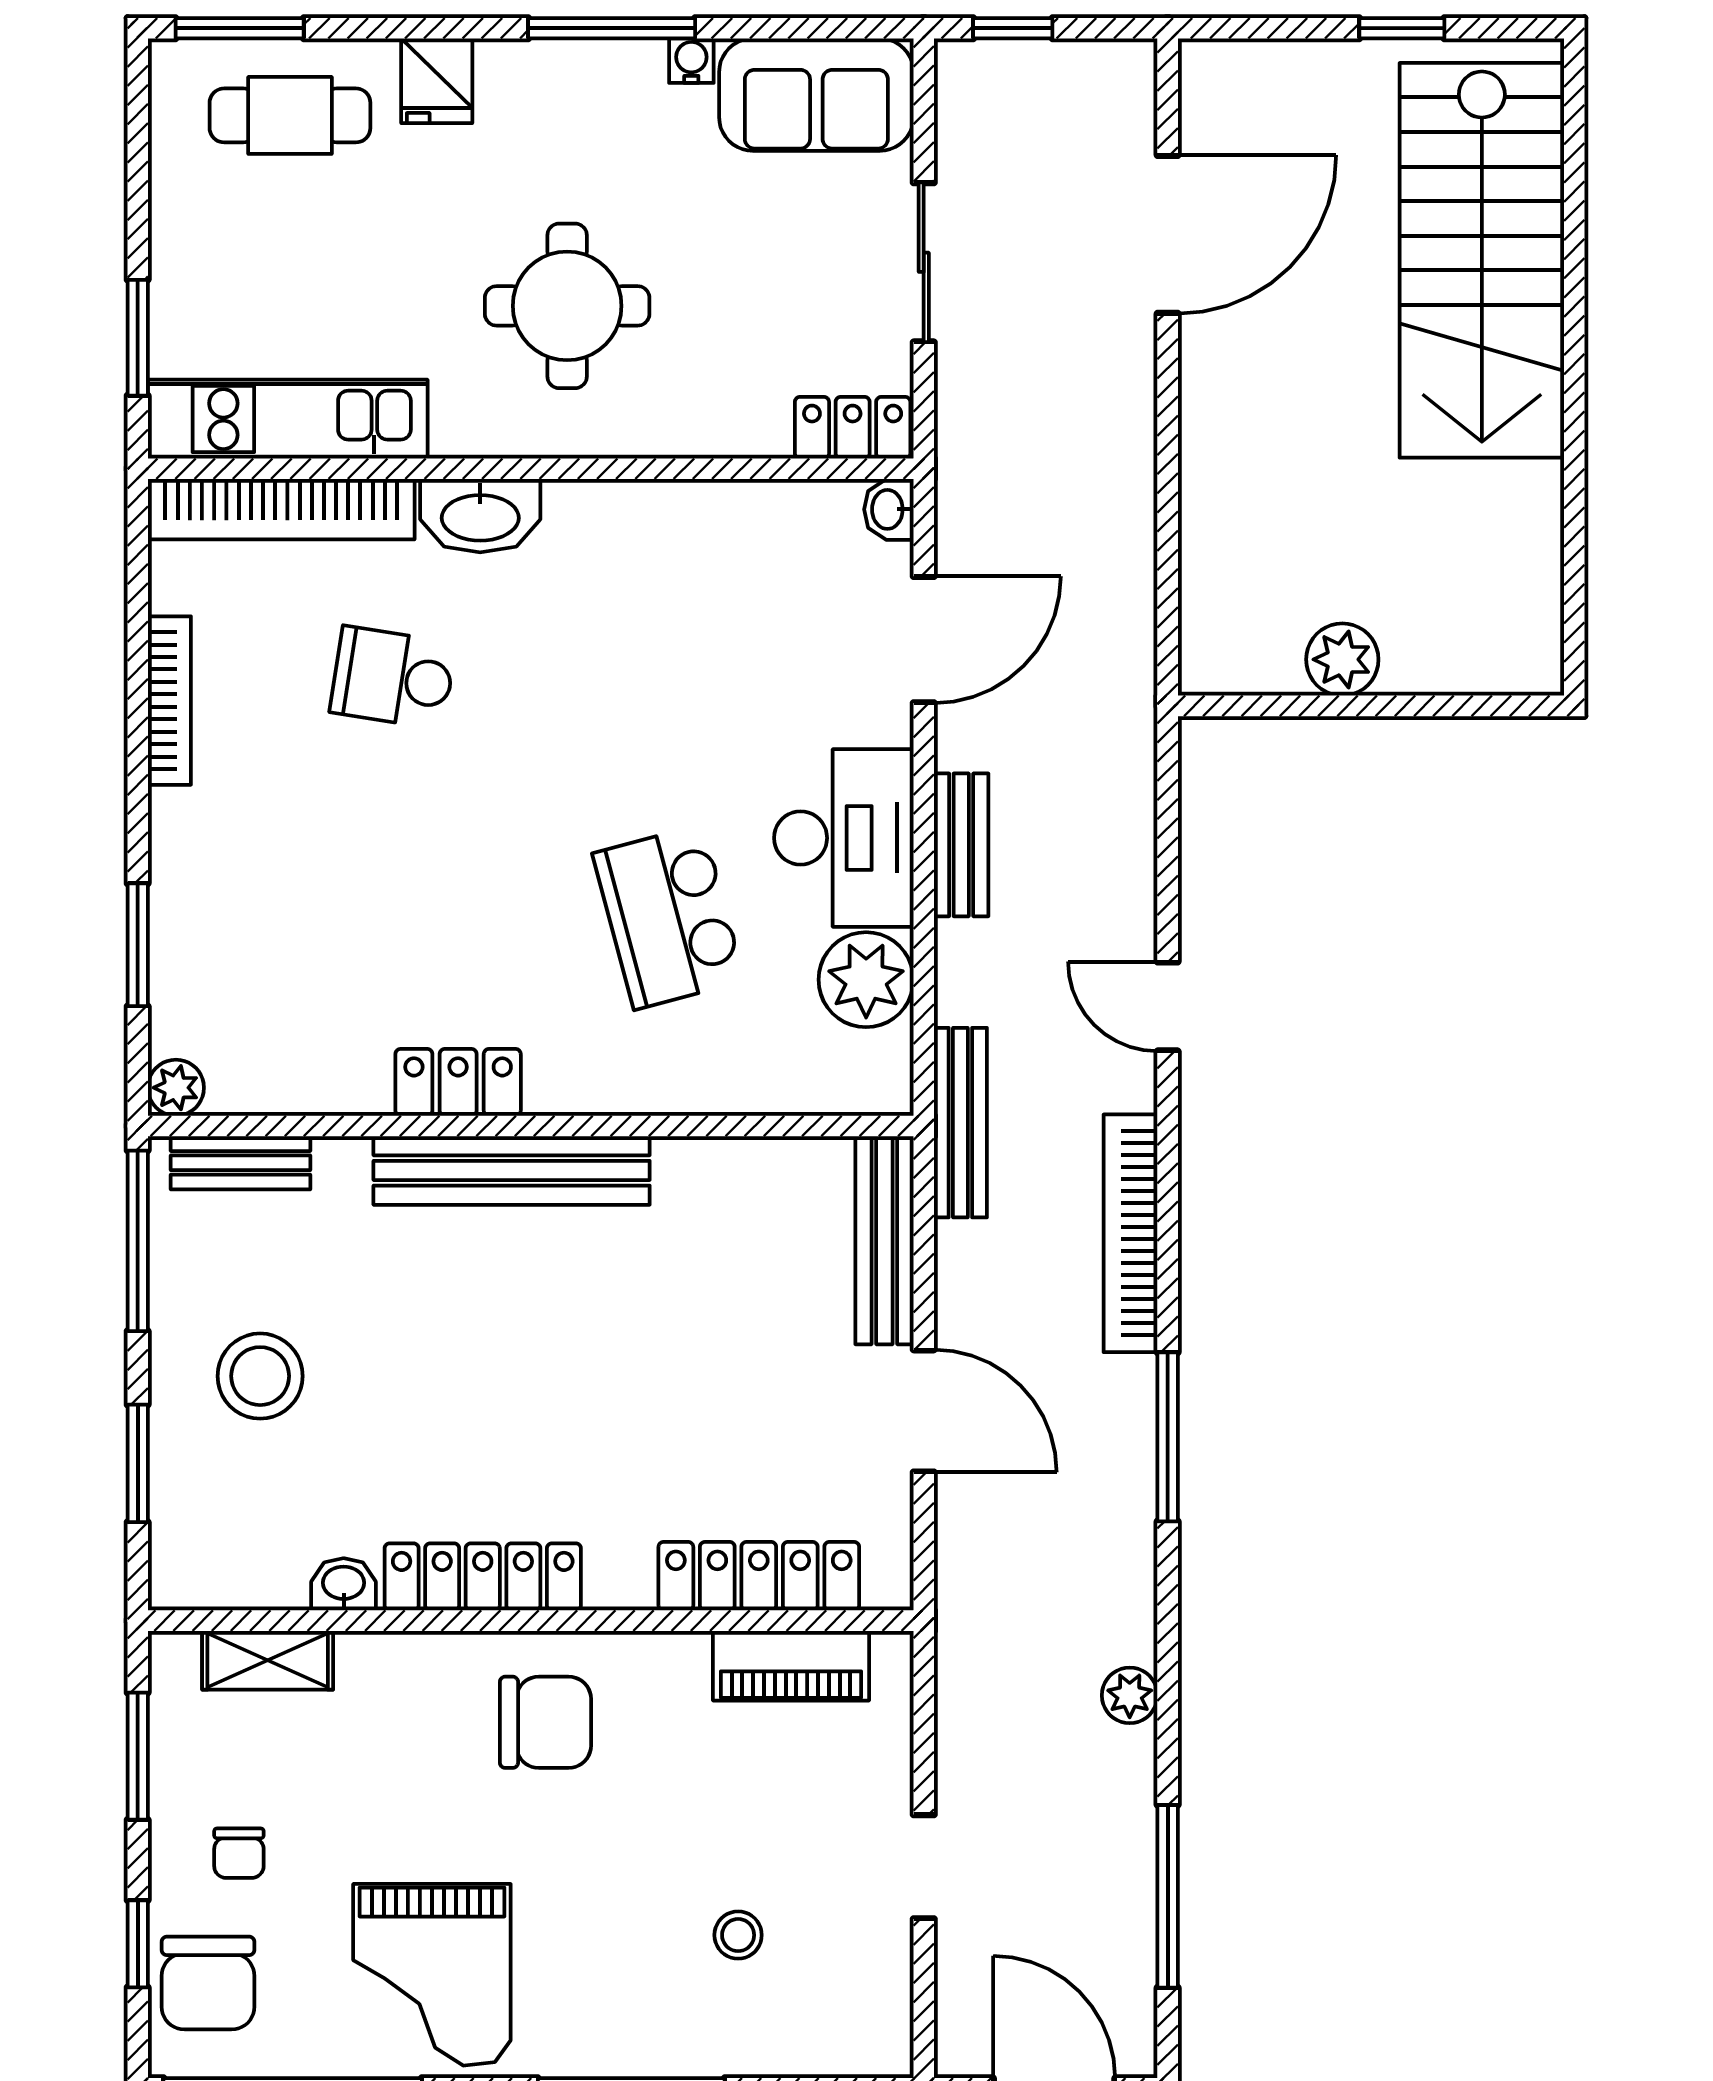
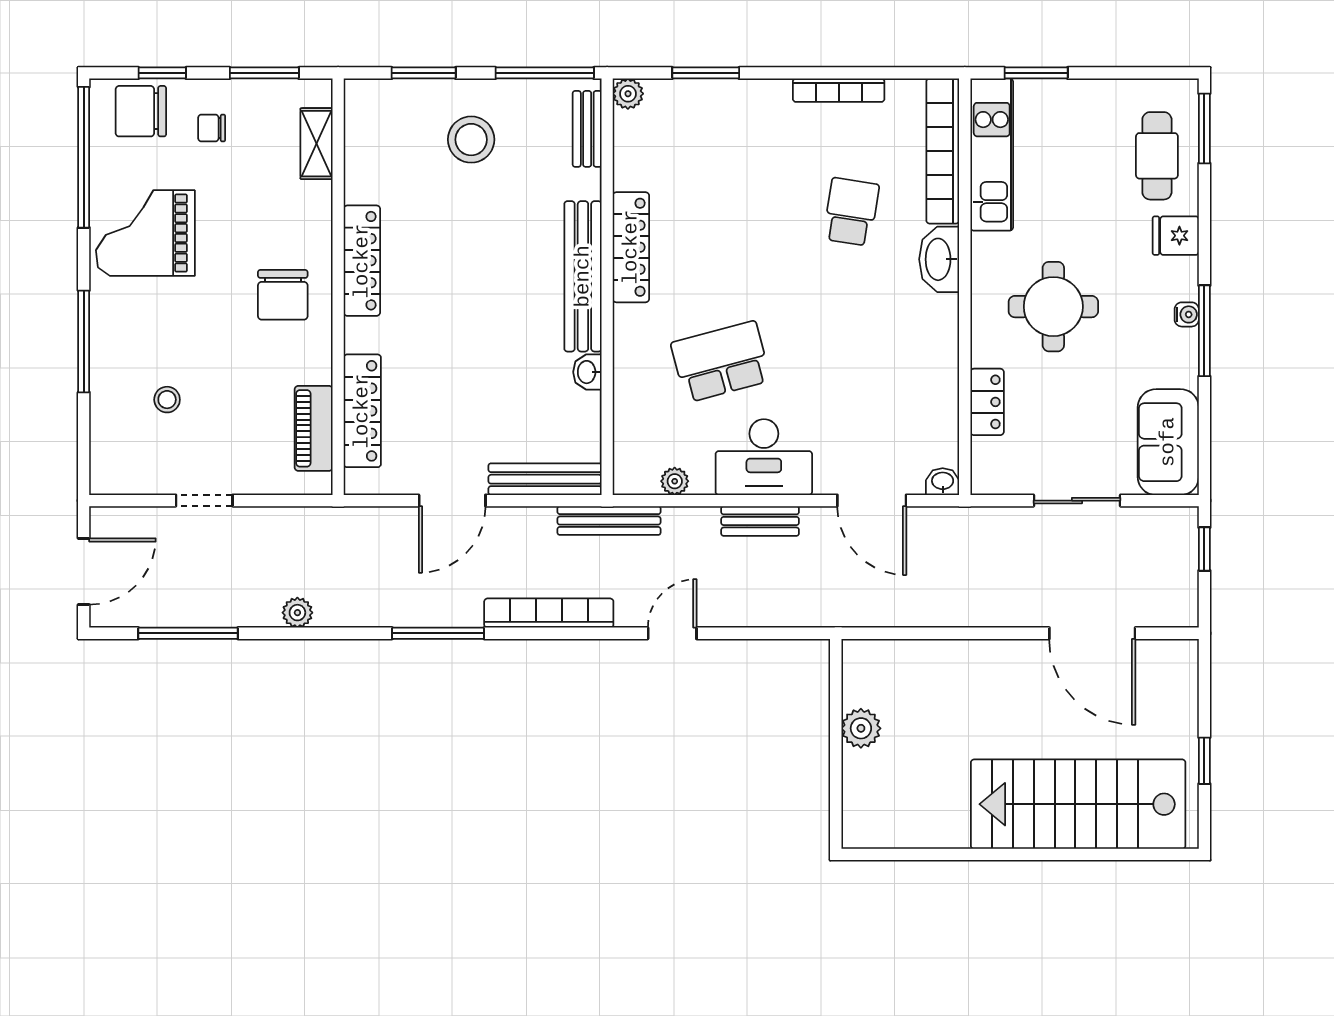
water cooler: (691, 61) -> (1187, 314), moved
locker: (853, 428) -> (987, 402), moved
plant: (866, 980) -> (675, 481), width x0.53, depth x0.53
locker: (458, 1082) -> (631, 247), width x1.53
washbasin: (344, 1584) -> (587, 372), moved, turned 180

